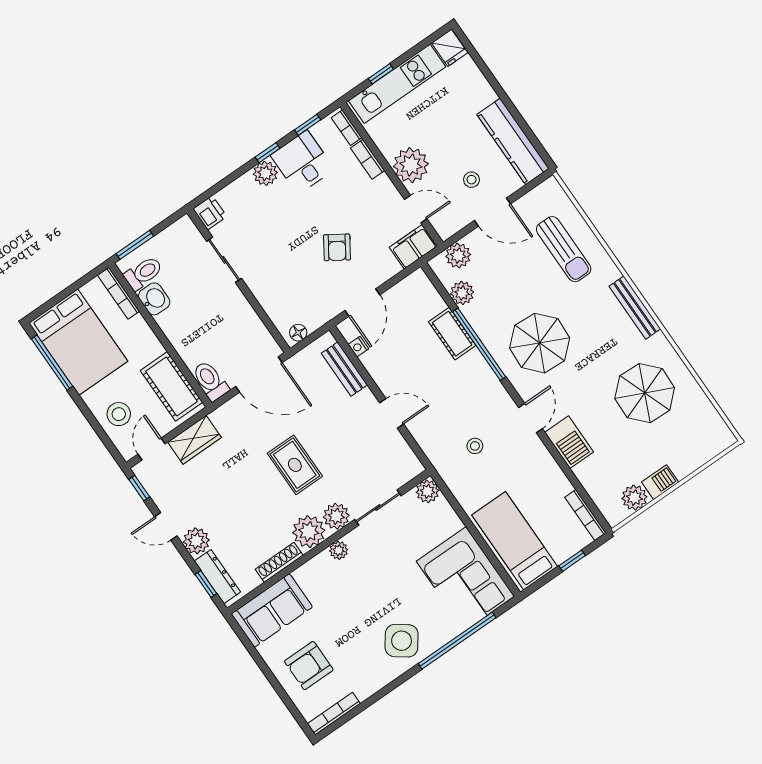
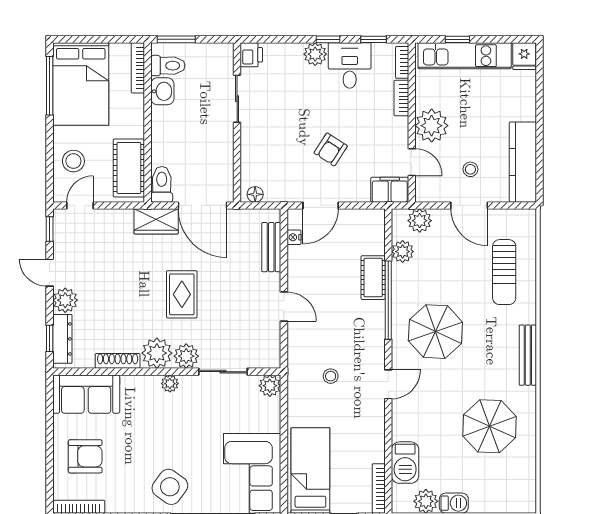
wardrobe: (195, 440) -> (156, 221), moved
barbecue: (569, 442) -> (405, 463), moved
armchair: (309, 666) -> (85, 456), turned 180

